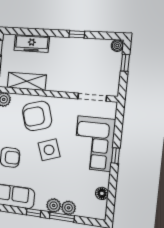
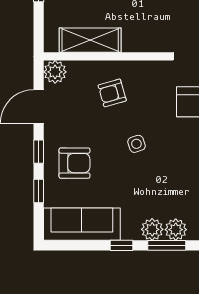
armchair: (37, 116) -> (112, 93), width x0.53, depth x0.53
side table: (49, 150) -> (136, 144), width x0.54, depth x0.54

